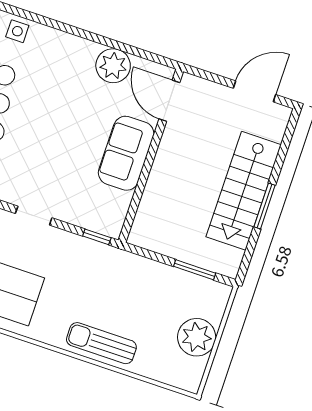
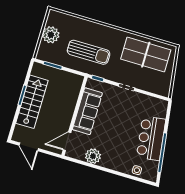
door: (254, 91) -> (29, 147), hinge flipped
door: (169, 101) -> (67, 141), swing flipped
sofa: (126, 153) -> (87, 111), width x1.36
sun lounger: (101, 343) -> (89, 52), moved, width x1.36, depth x1.34

